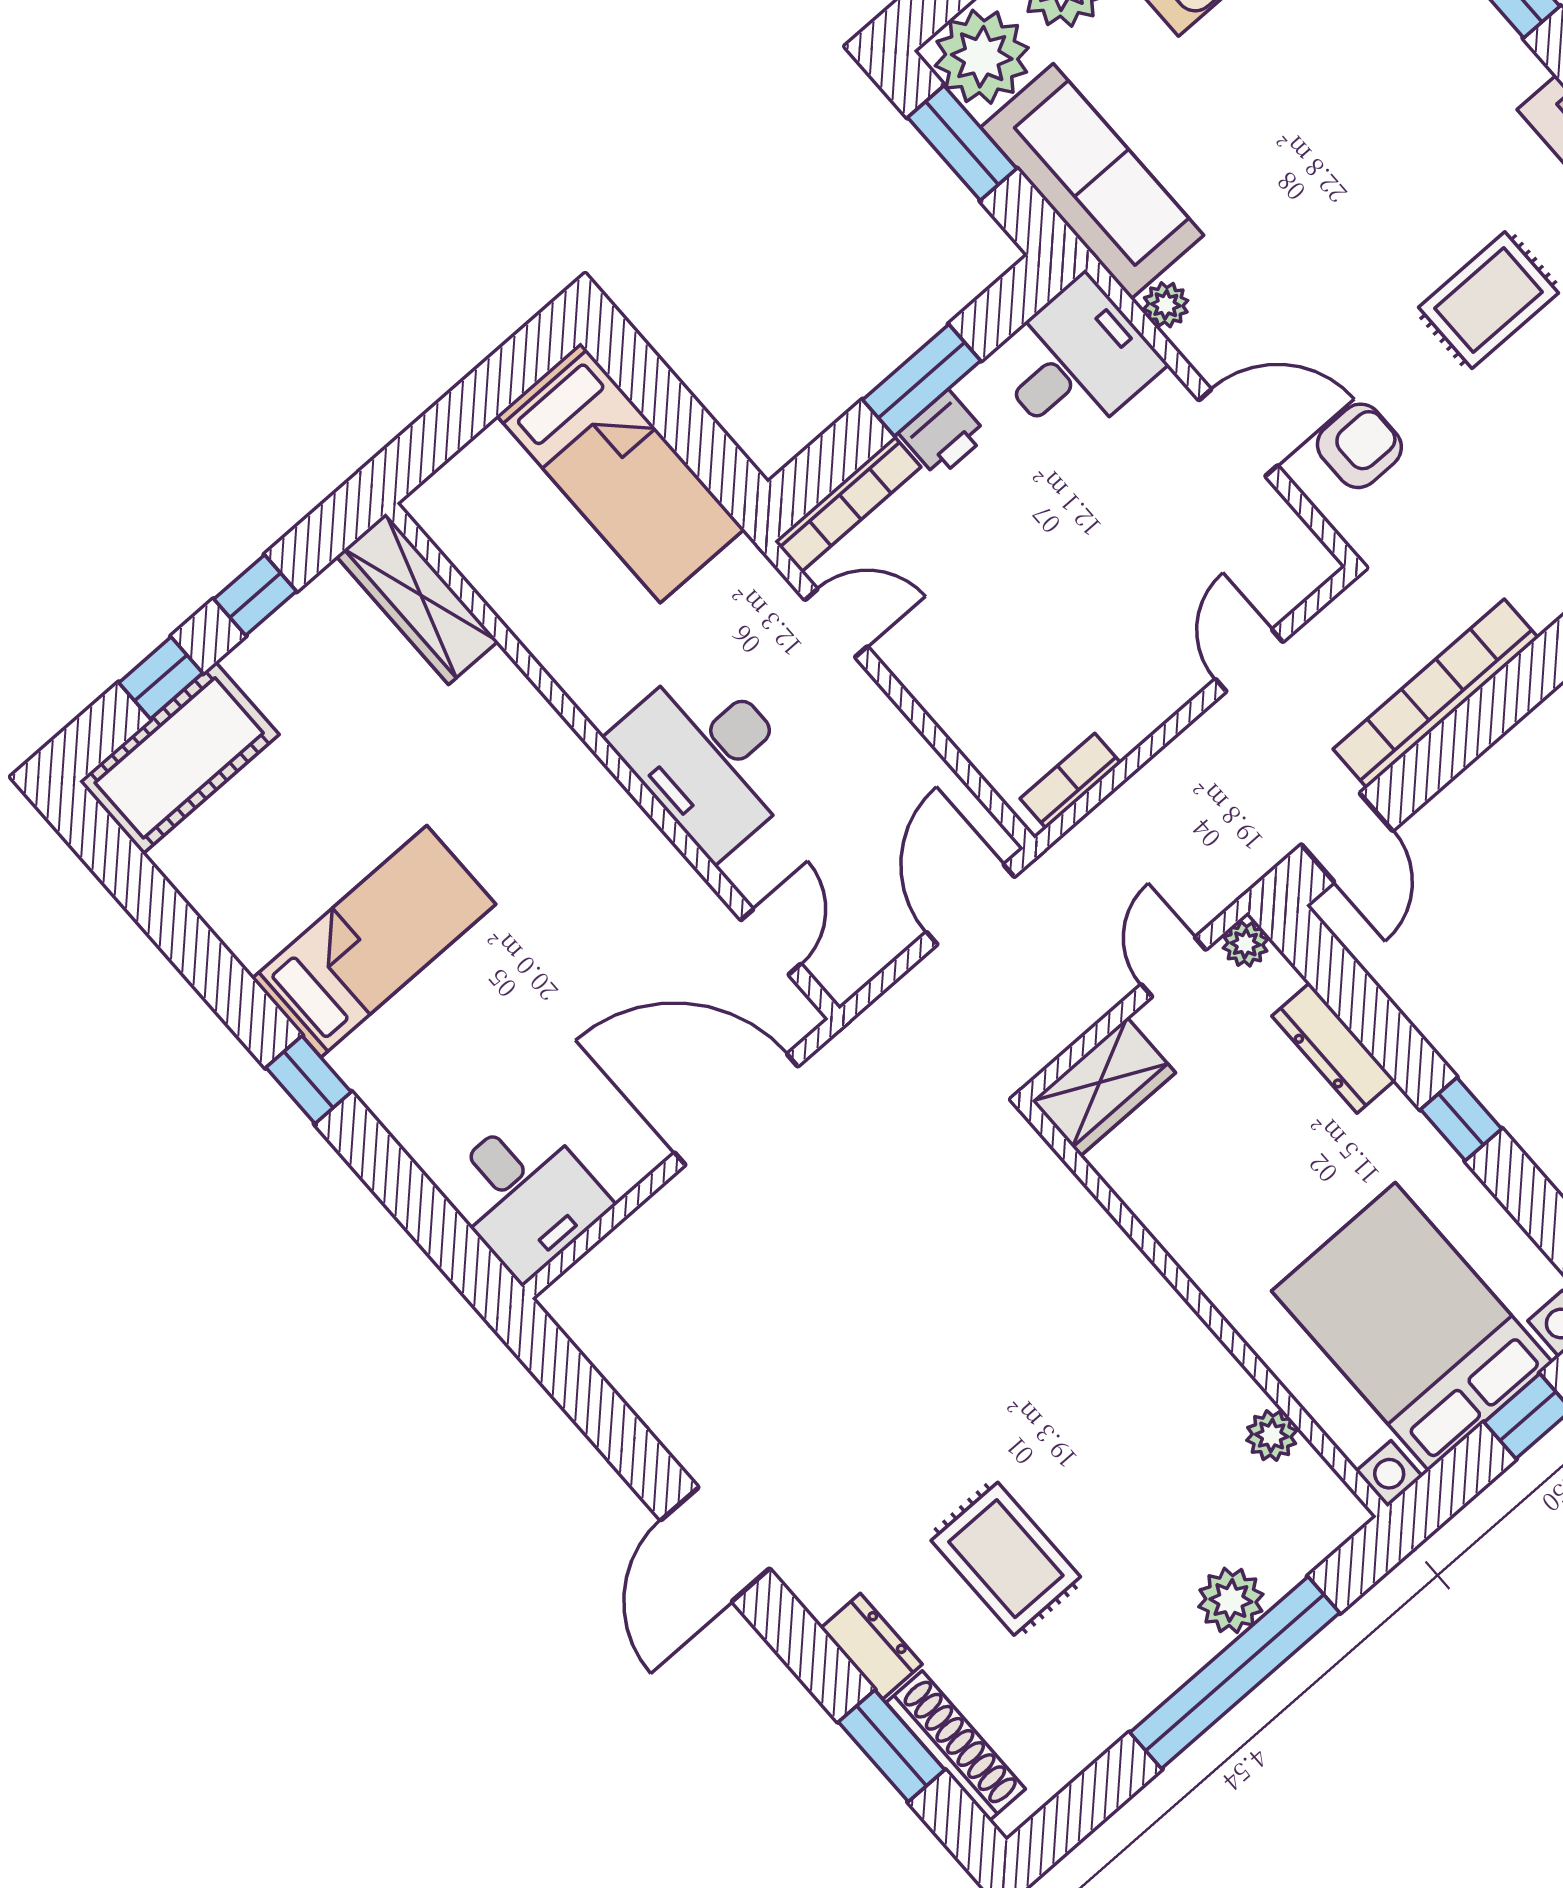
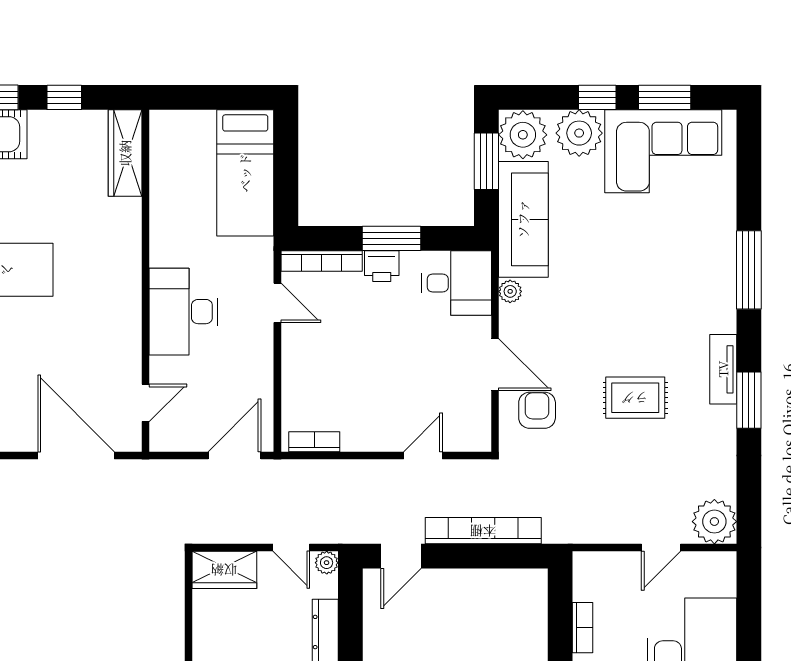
armchair: (1359, 446) -> (537, 410), turned -90
door: (1173, 967) -> (291, 547), swing flipped

